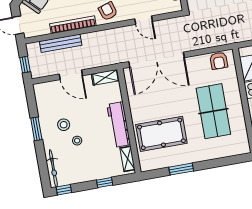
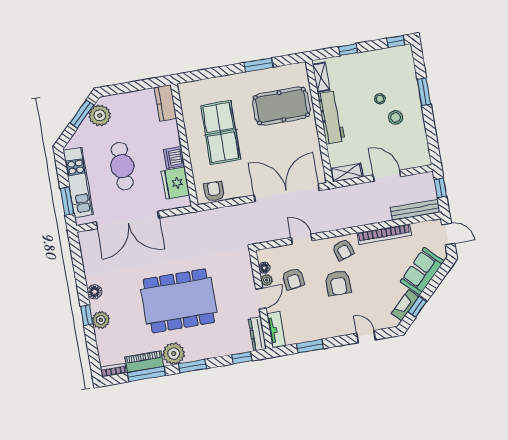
bench: (61, 43) -> (415, 210), moved
window: (36, 129) -> (424, 92), moved
bicycle: (53, 168) -> (408, 67), removed

